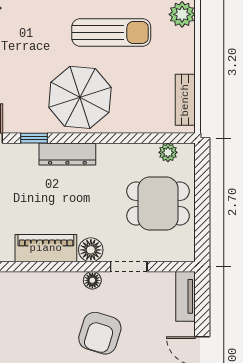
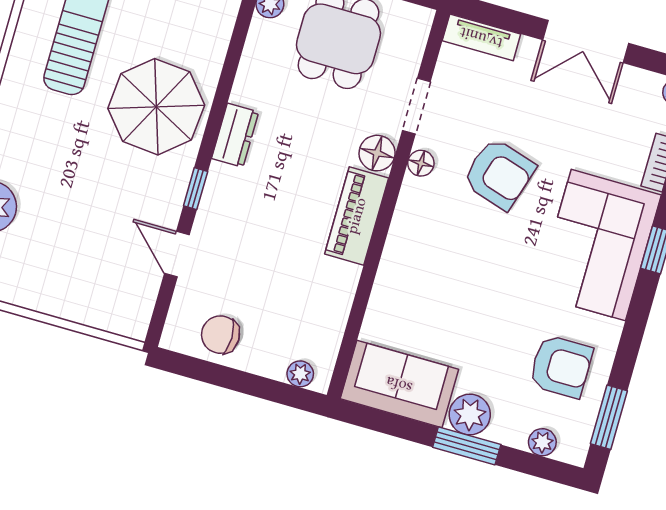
dresser: (67, 154) -> (235, 135), width x0.70

